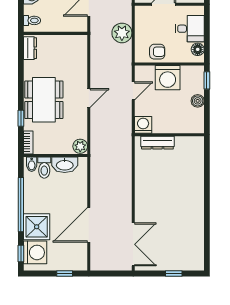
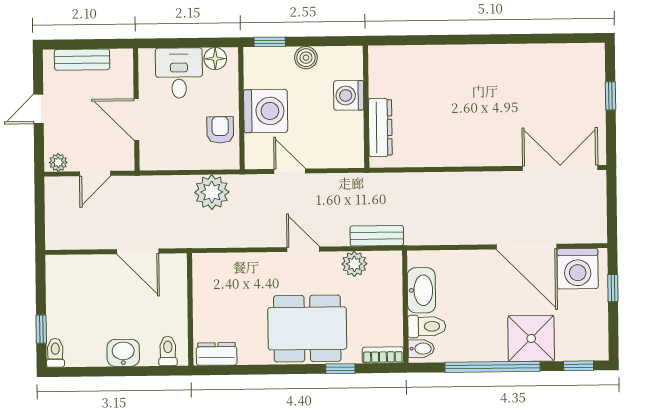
plant: (122, 33) -> (212, 192), moved
washing machine: (143, 125) -> (349, 95), moved
bench: (96, 140) -> (377, 236), added
plant: (80, 146) -> (354, 264), moved
washing machine: (35, 252) -> (578, 269), moved, turned 180

